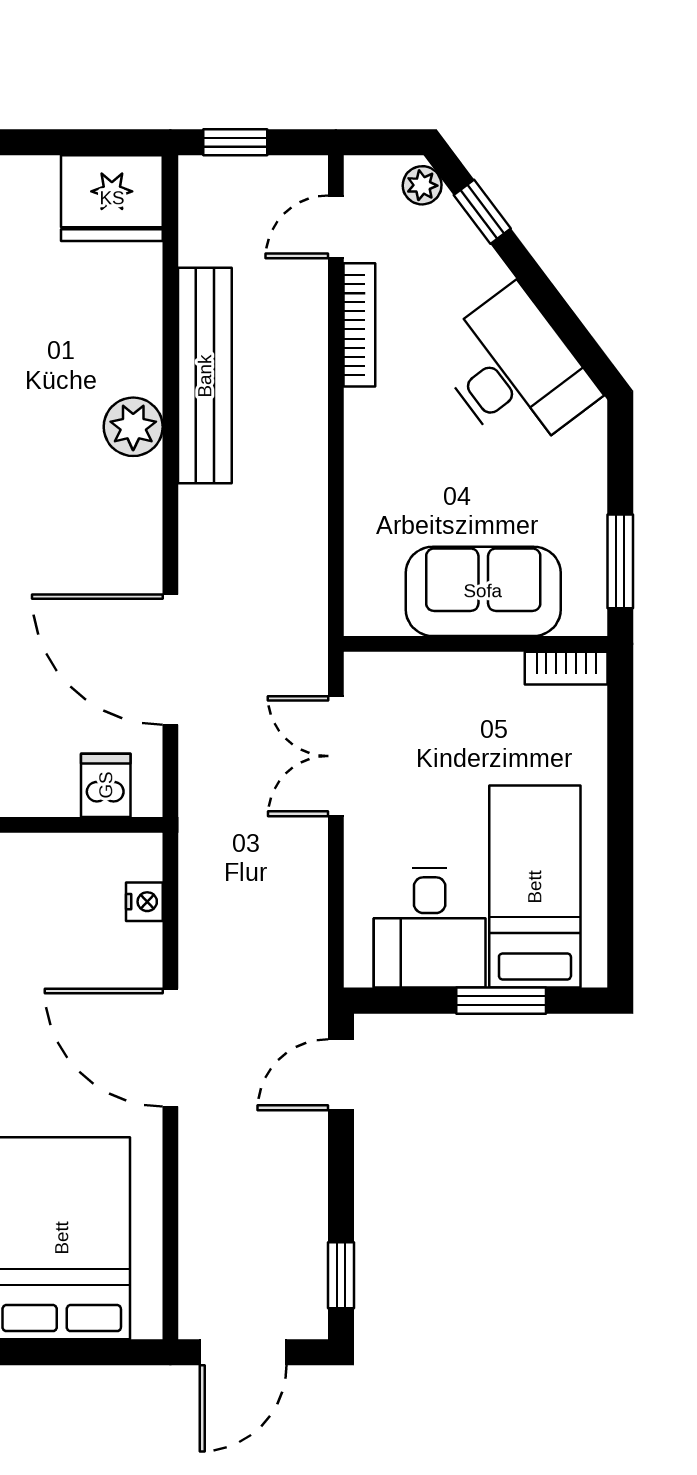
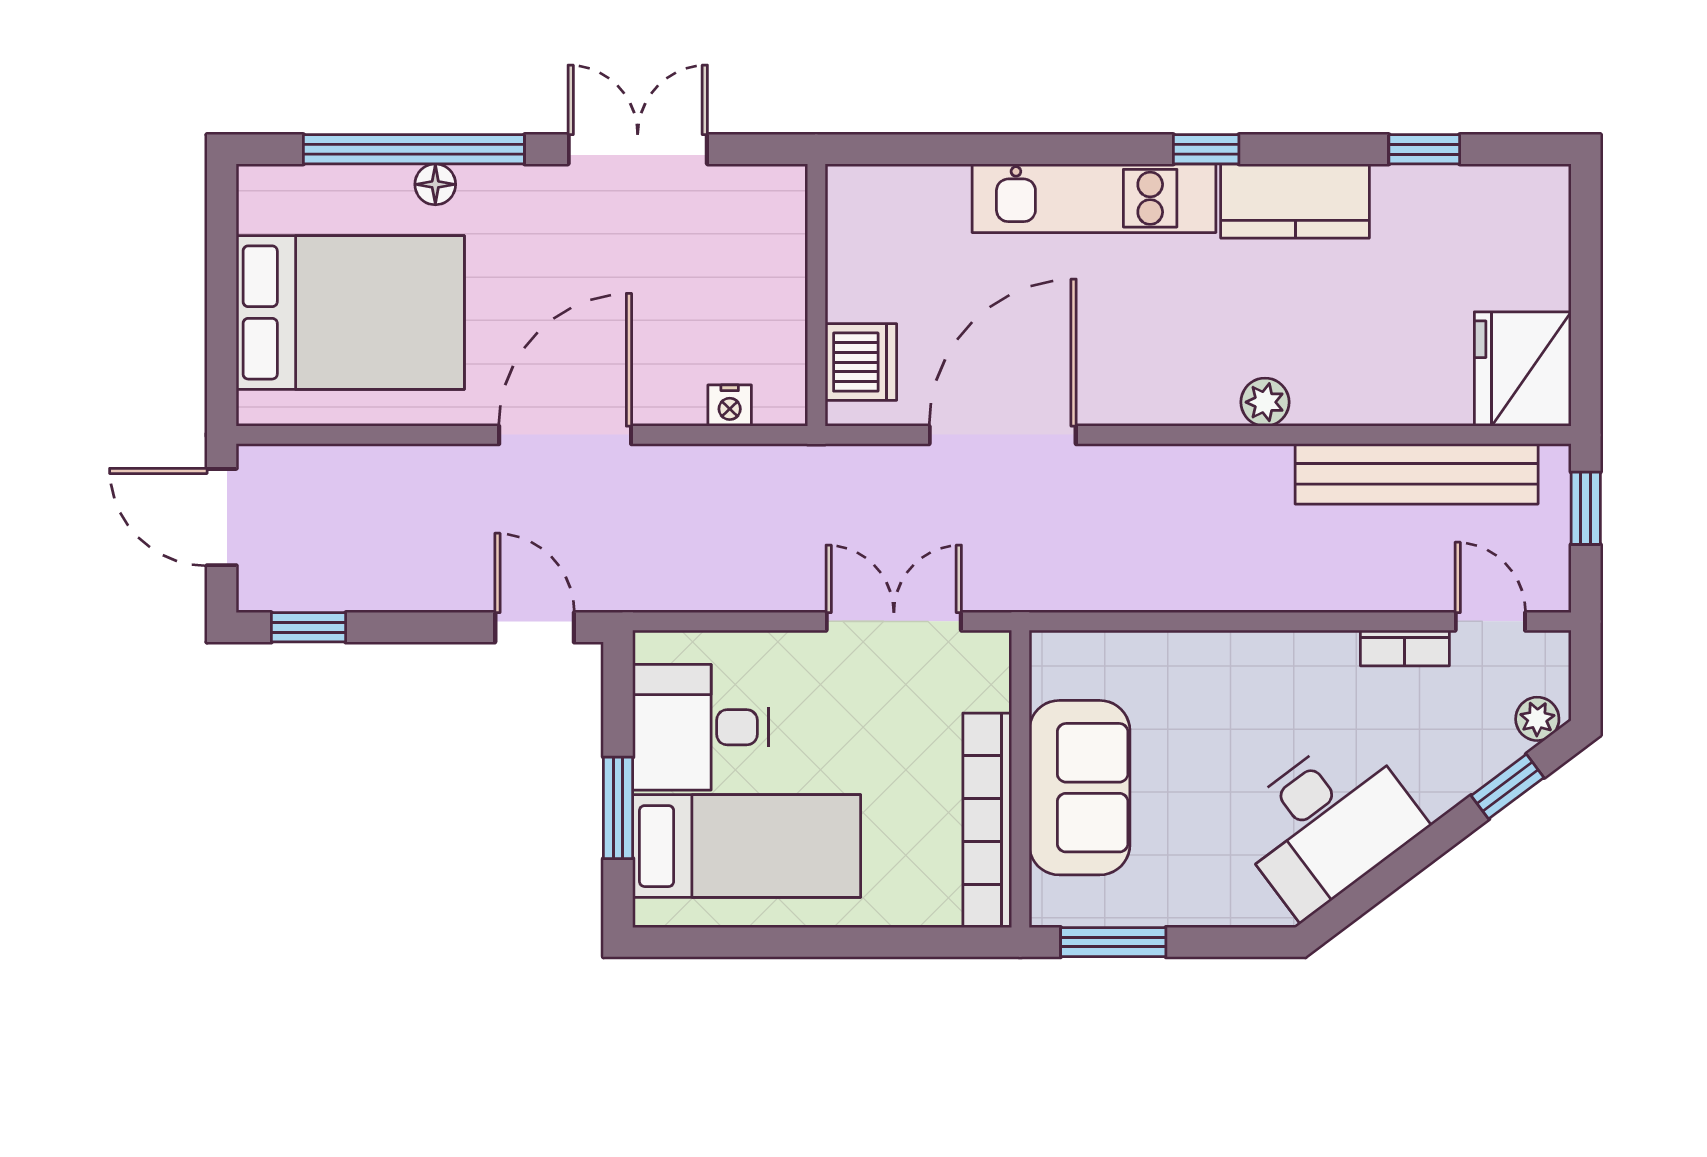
bookcase: (359, 325) -> (1405, 648), width x0.64
bench: (205, 376) -> (1417, 474), moved
plant: (133, 427) -> (1265, 402), width x0.73, depth x0.73
bookcase: (566, 668) -> (987, 820), width x2.31, depth x1.31
dishwasher: (106, 785) -> (861, 362), width x1.38

